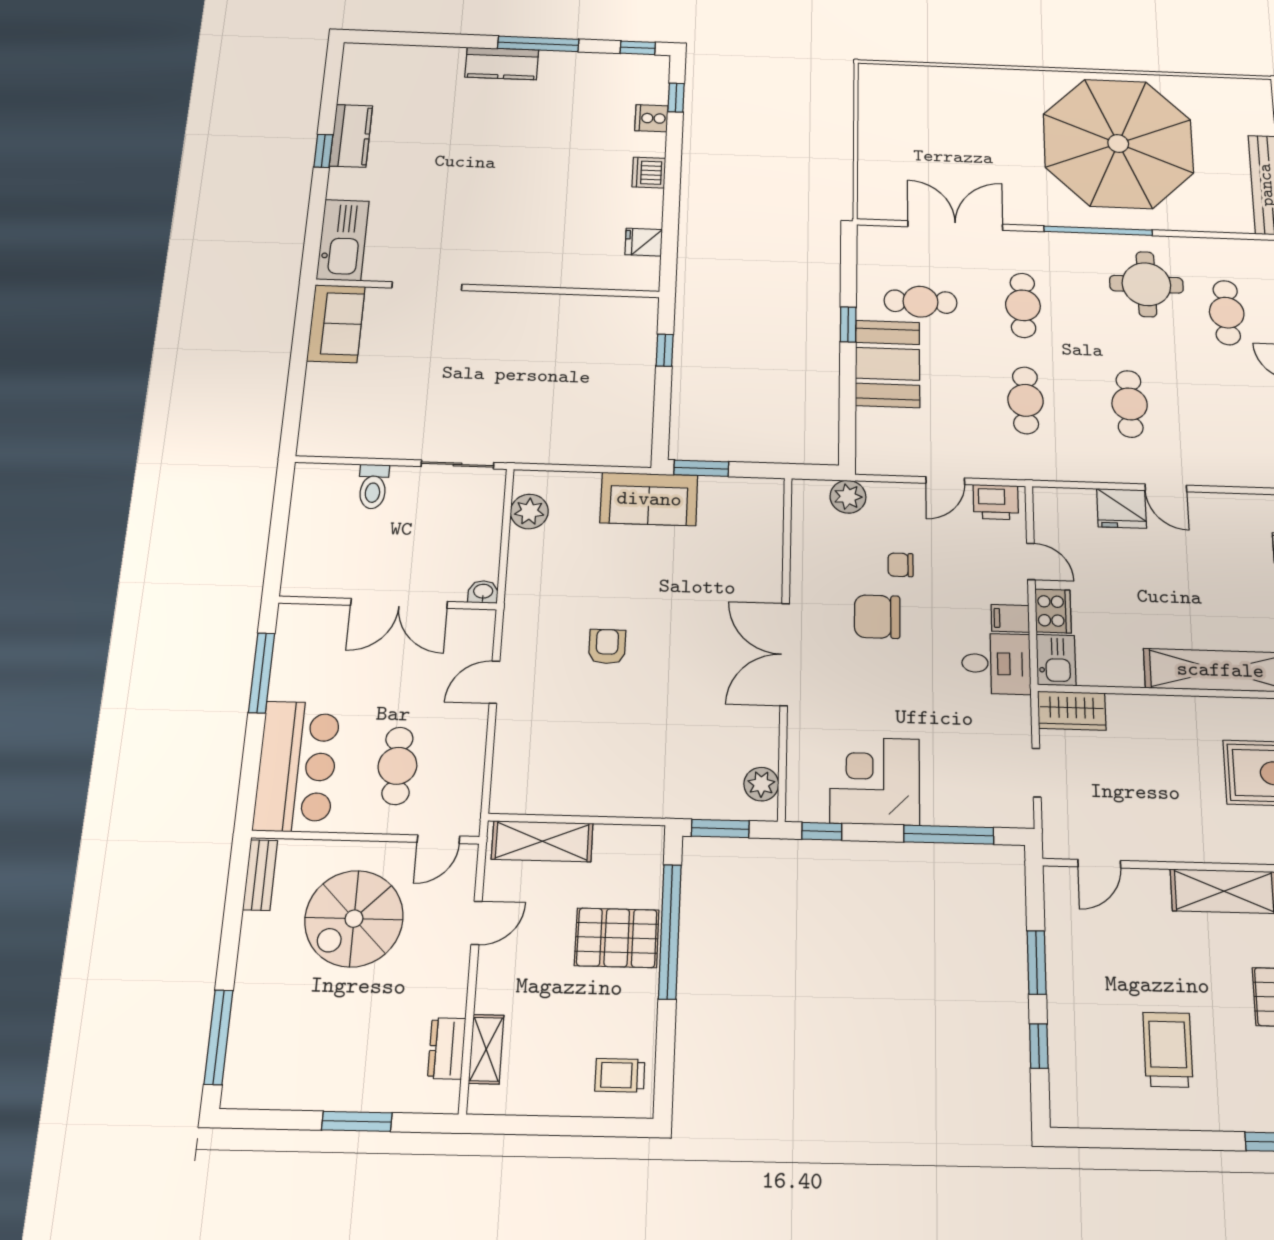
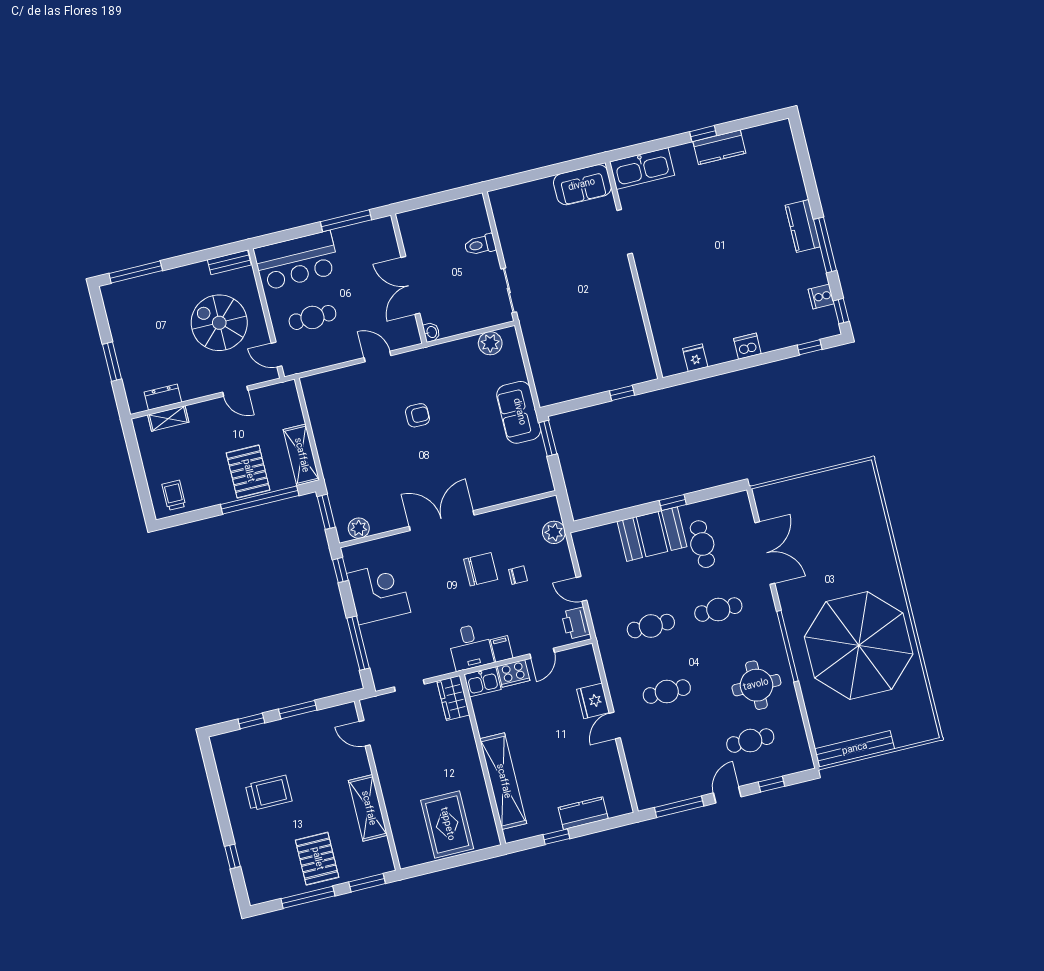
cooker: (651, 118) -> (821, 296), moved, turned -90
chair: (901, 565) -> (518, 575), turned 90
chair: (877, 617) -> (481, 569), turned 90
shelving: (542, 841) -> (301, 455), moved

